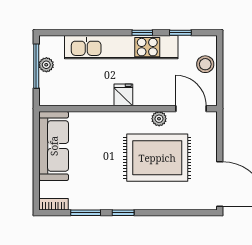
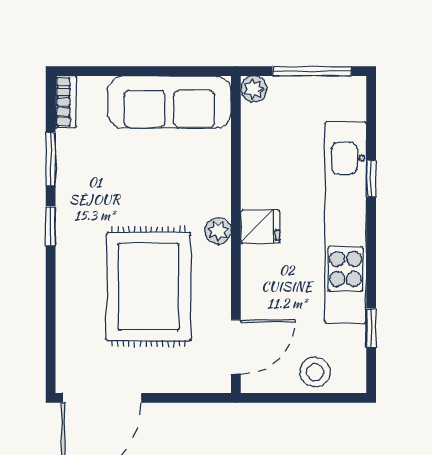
window: (142, 33) -> (371, 178), moved
plant: (46, 65) -> (254, 89), moved
plant: (159, 119) -> (218, 231), moved

